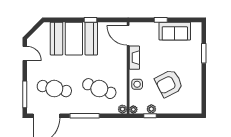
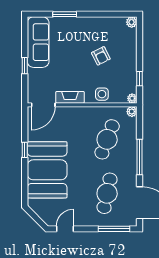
sofa: (175, 31) -> (38, 42), width x1.36
armchair: (169, 83) -> (101, 56), width x0.53, depth x0.53
plant: (151, 109) -> (132, 22), moved

